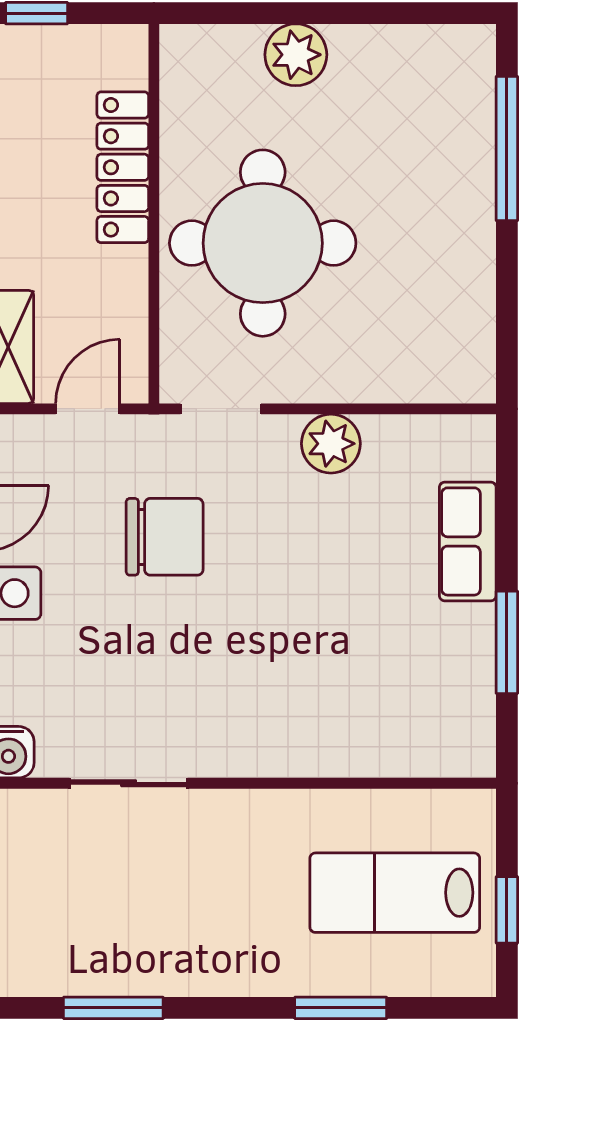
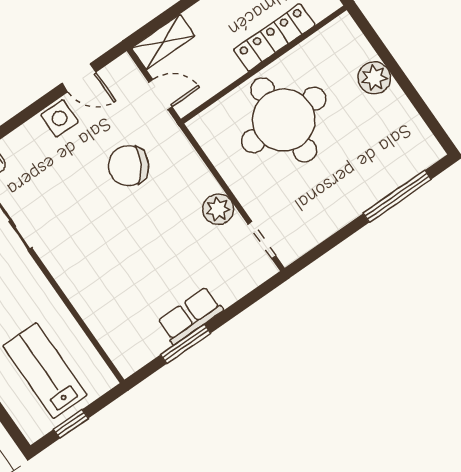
doorway: (221, 409) -> (262, 240), moved
chair: (165, 537) -> (129, 166), turned 120
row of seats: (468, 541) -> (190, 316), moved

